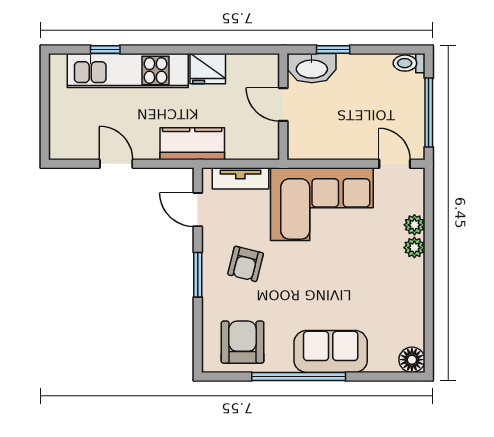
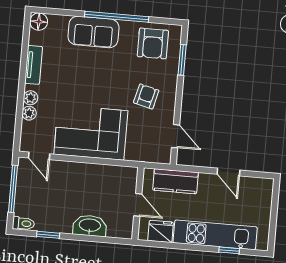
window: (333, 50) -> (48, 235), moved
door: (283, 105) -> (138, 205), moved
wall: (283, 107) -> (138, 203), moved
tv unit: (240, 178) -> (34, 65), moved, turned 90
window: (198, 275) -> (182, 60), moved

